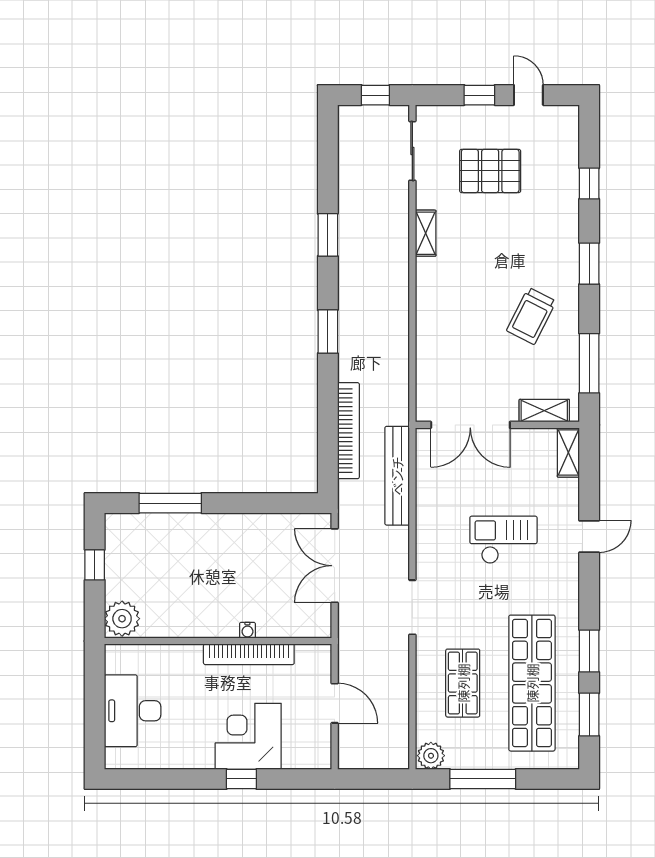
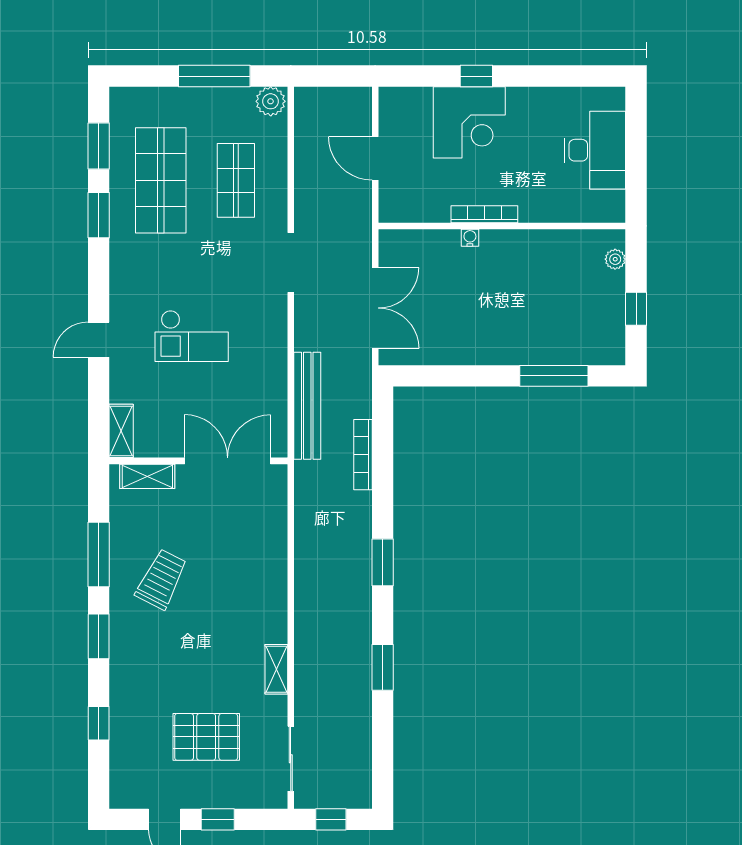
window: (589, 363) -> (99, 555), moved
bookcase: (348, 431) -> (363, 455), width x0.68, depth x0.76
plant: (122, 619) -> (615, 259), width x0.53, depth x0.53
bookcase: (249, 654) -> (484, 214), width x0.68, depth x0.76
shop shelf: (532, 683) -> (161, 180), width x0.71

